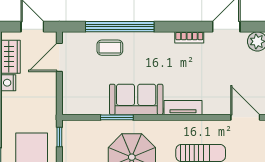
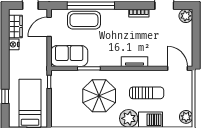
coffee table: (110, 48) -> (84, 20), width x1.86, depth x1.72
sofa: (136, 99) -> (69, 56), moved

